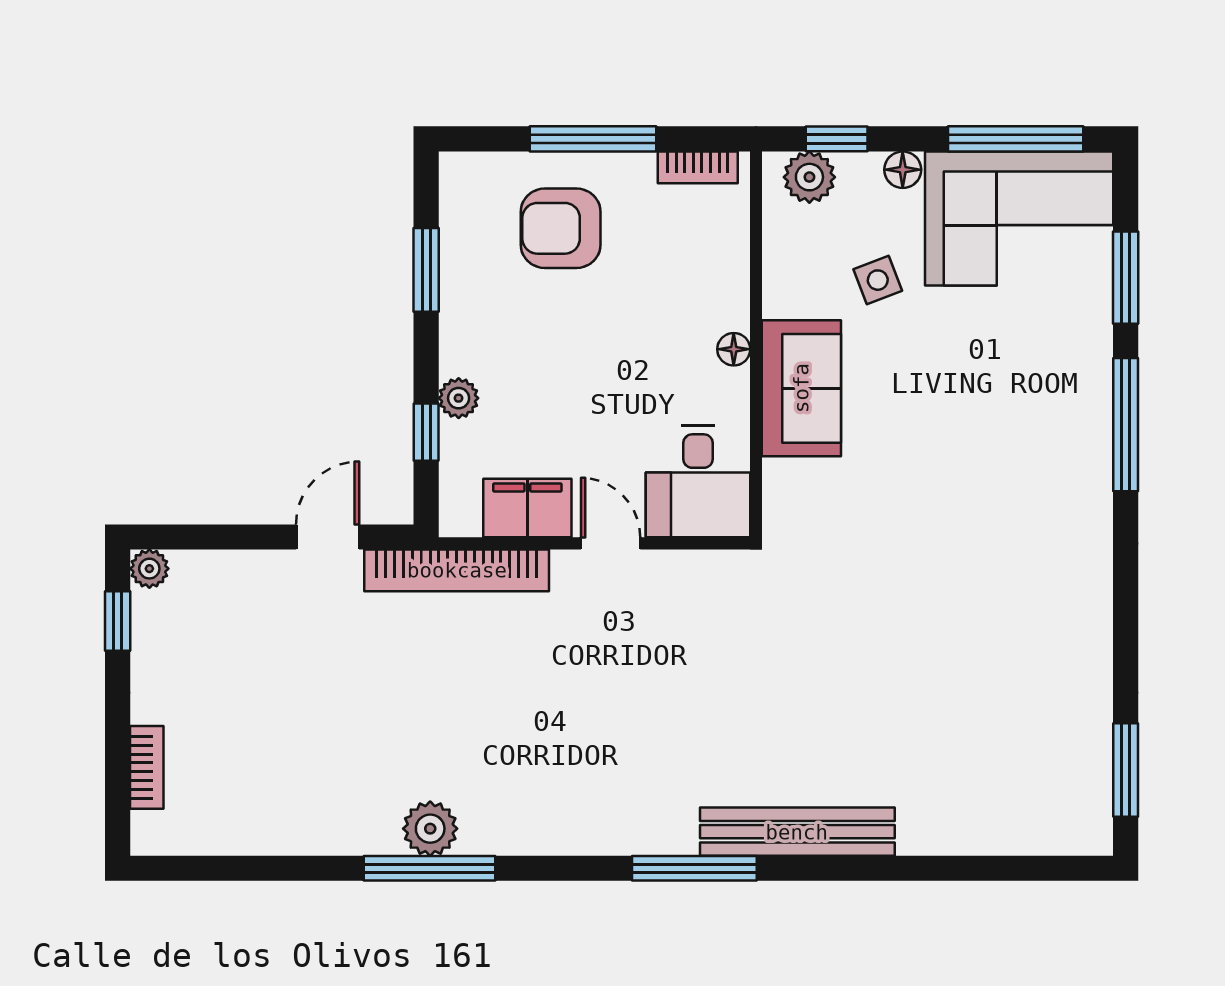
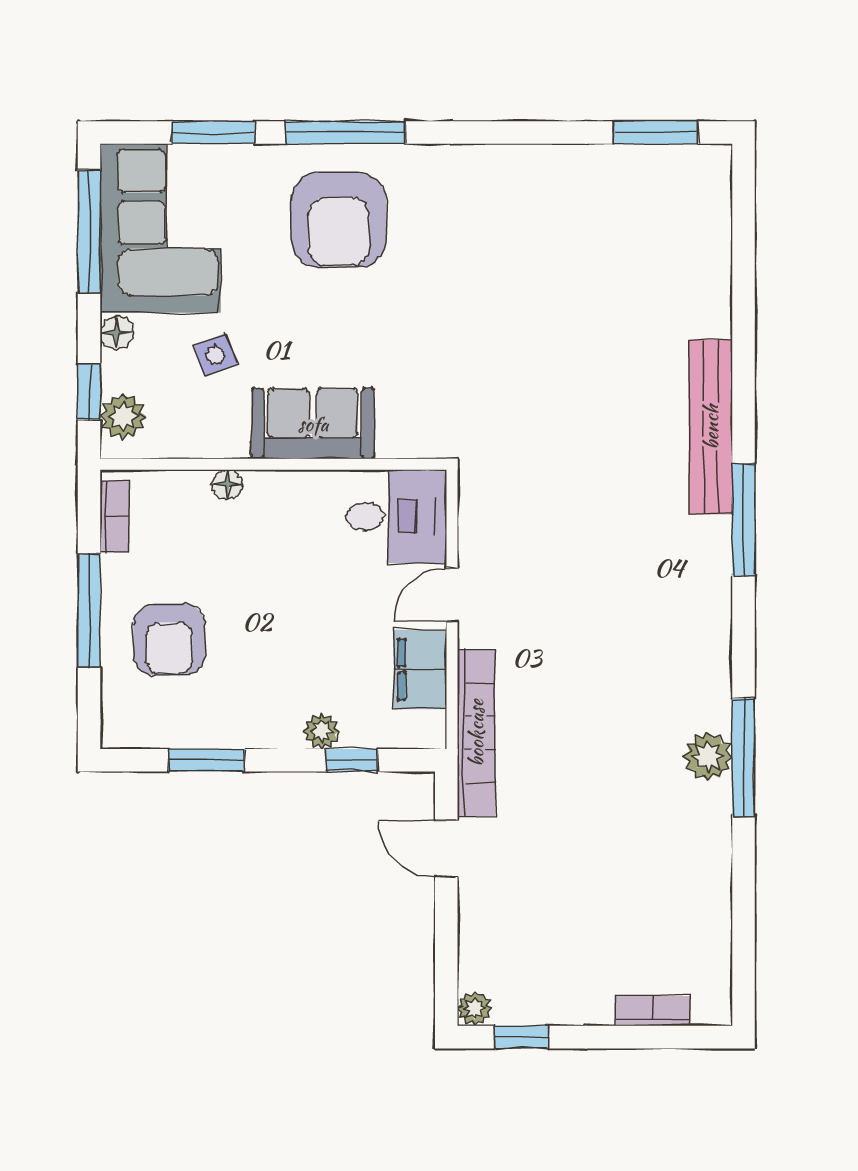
floor lamp: (734, 349) -> (227, 484), moved
armchair: (1028, 417) -> (339, 220), added

